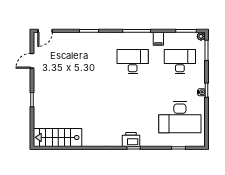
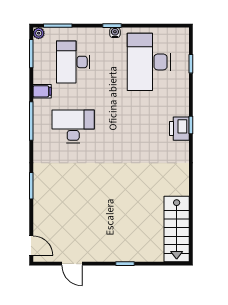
desk: (133, 62) -> (73, 126), turned 90
desk: (180, 117) -> (149, 62), turned 180

